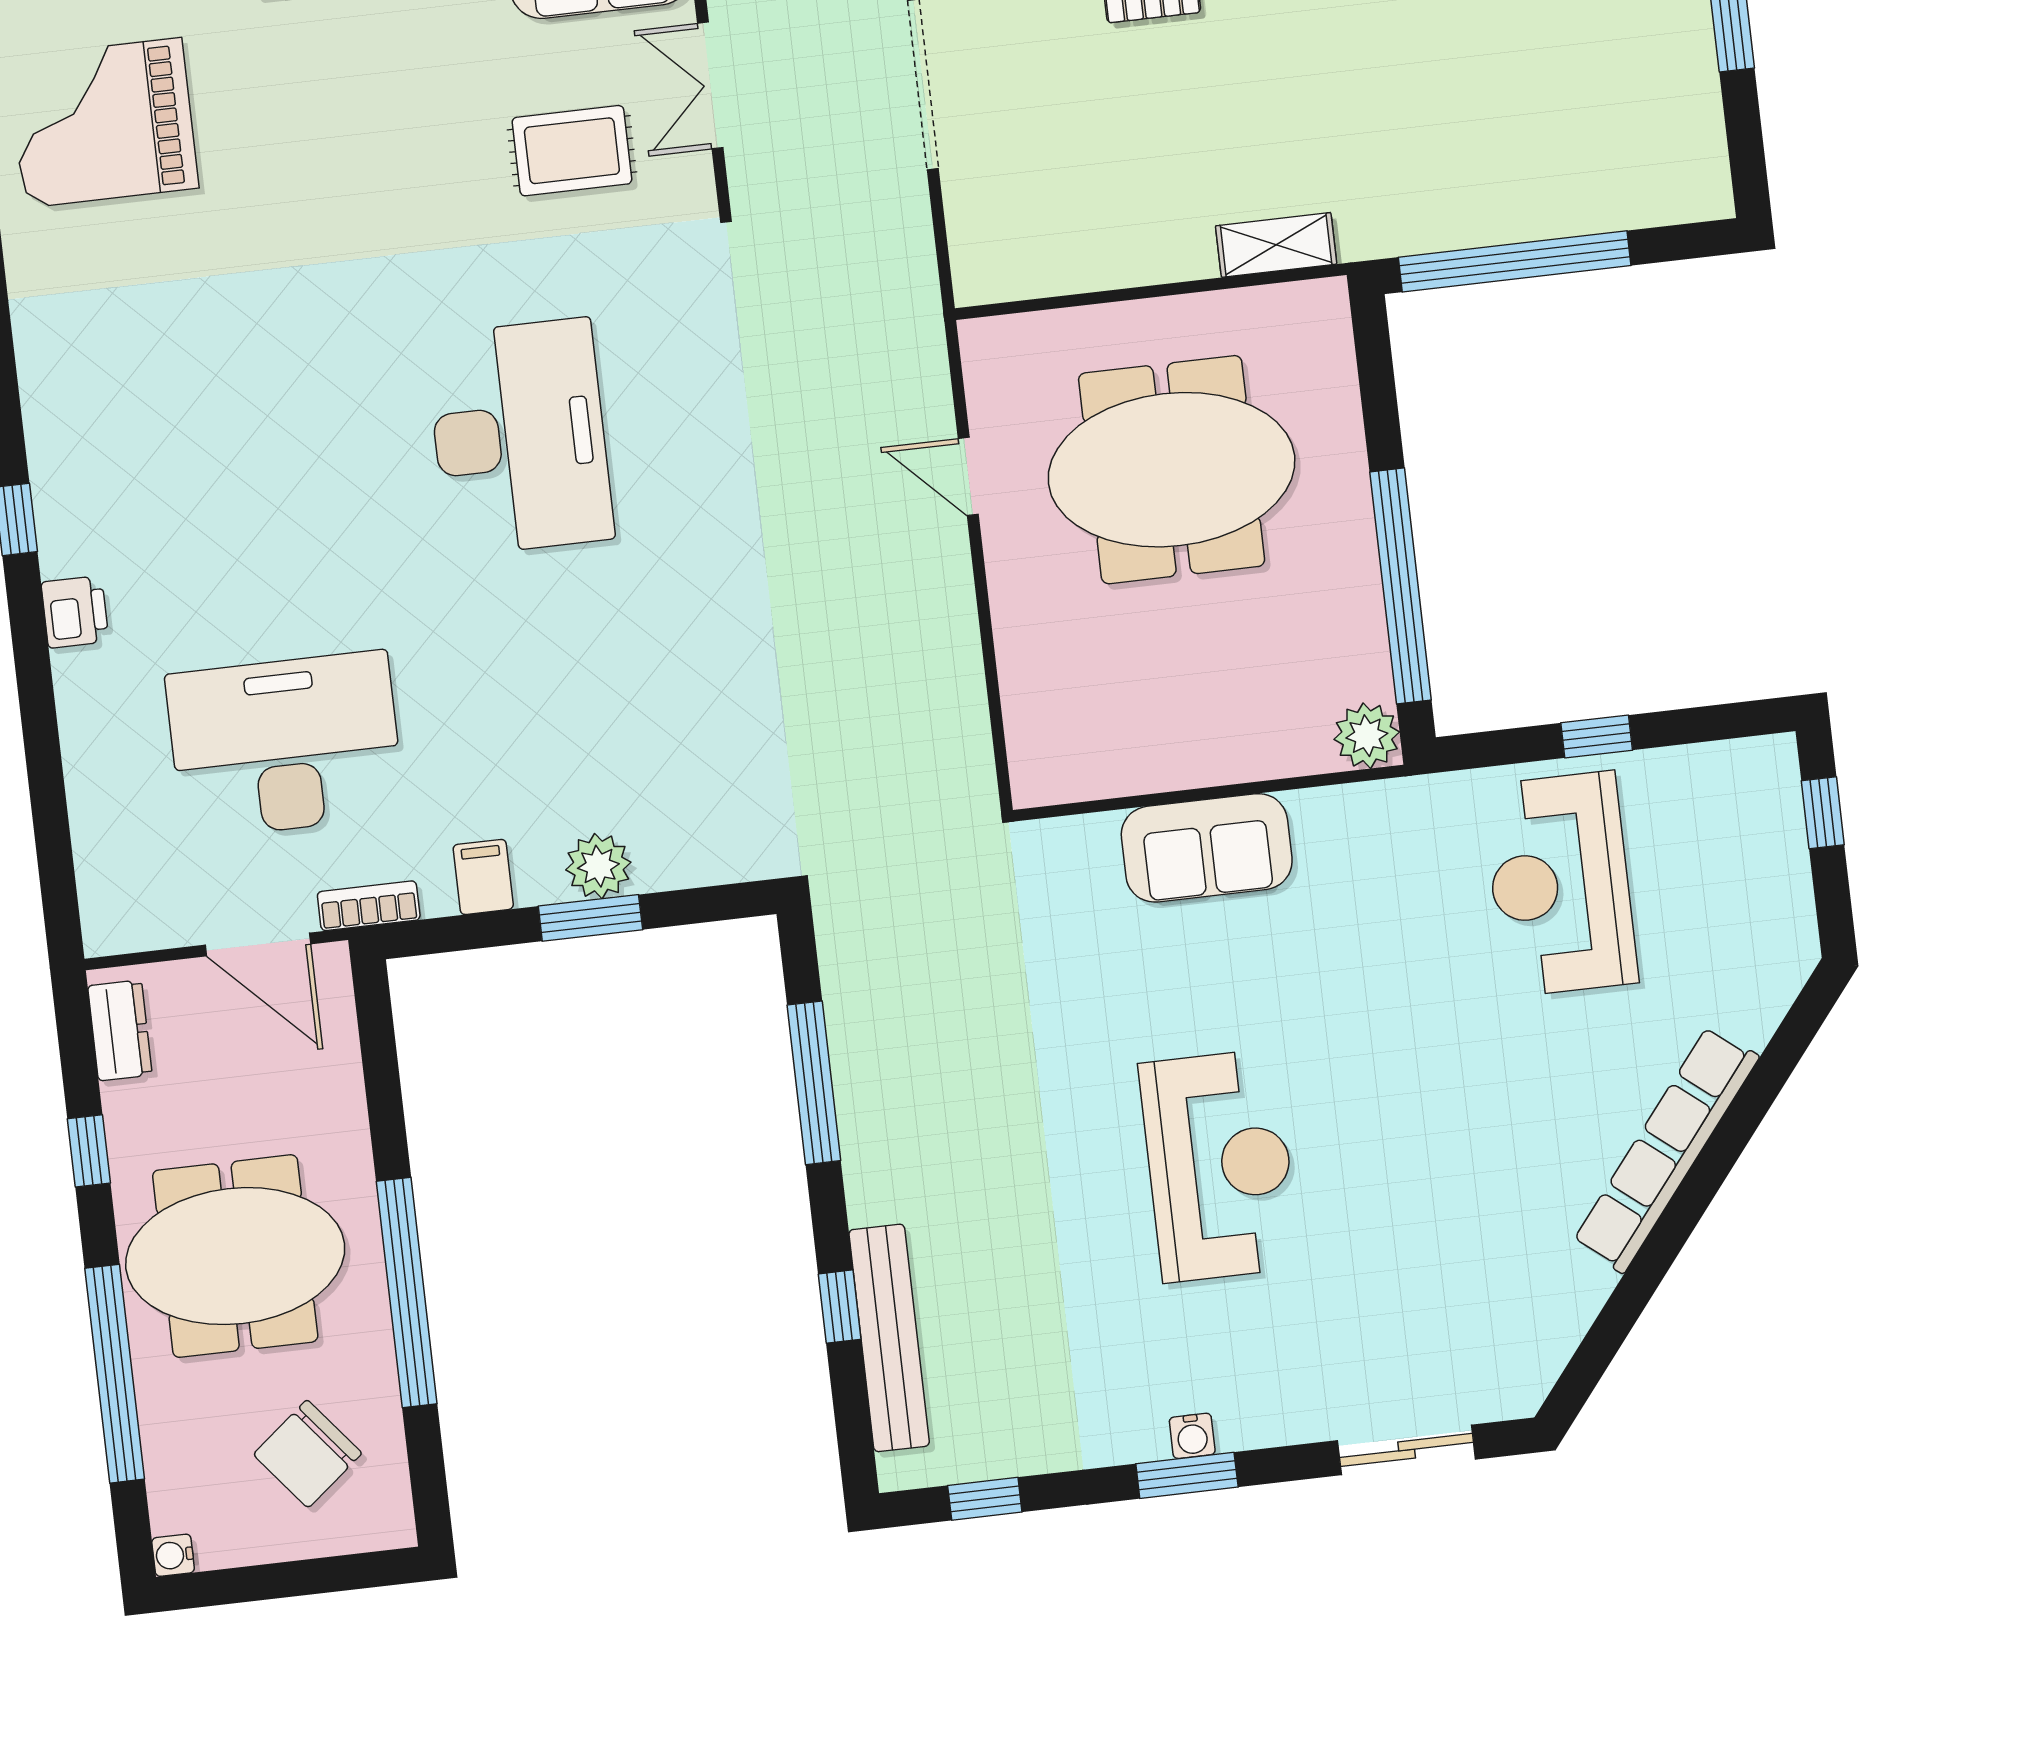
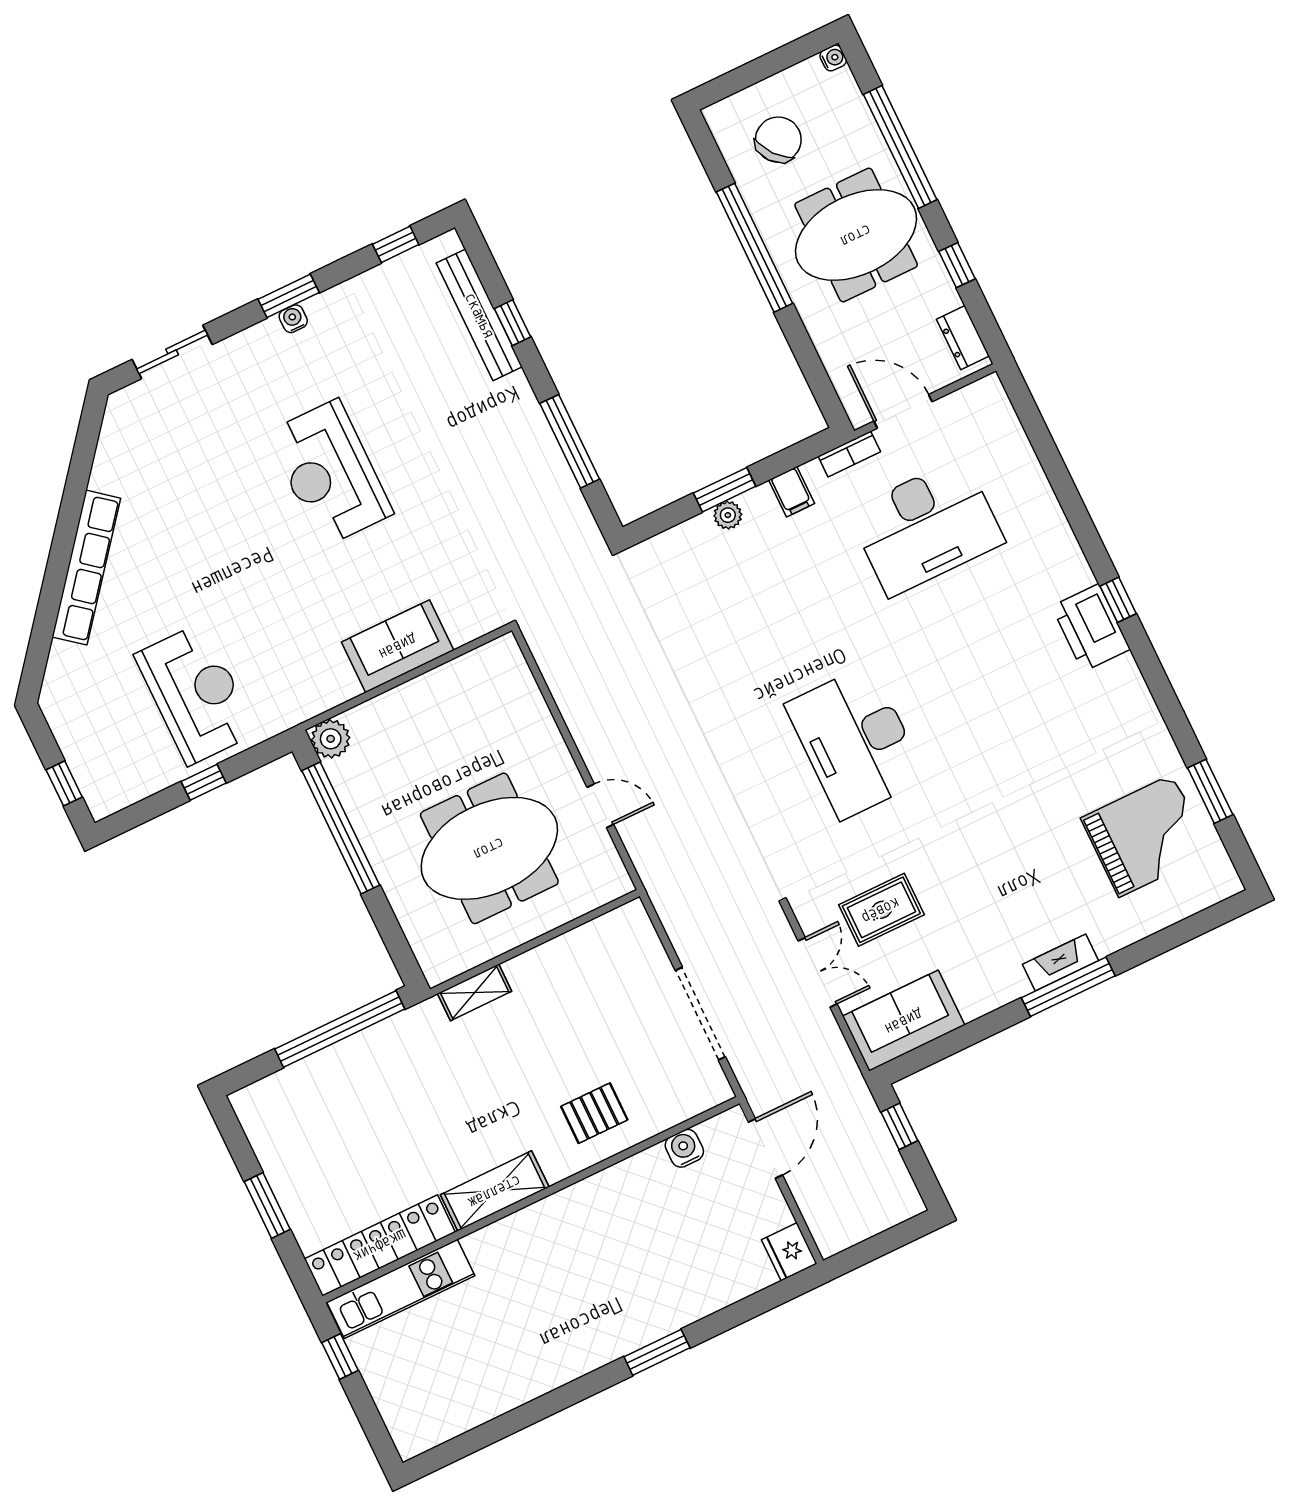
printer: (75, 612) -> (1091, 628), moved, width x1.87, depth x1.48
plant: (598, 866) -> (728, 515), width x0.73, depth x0.73

